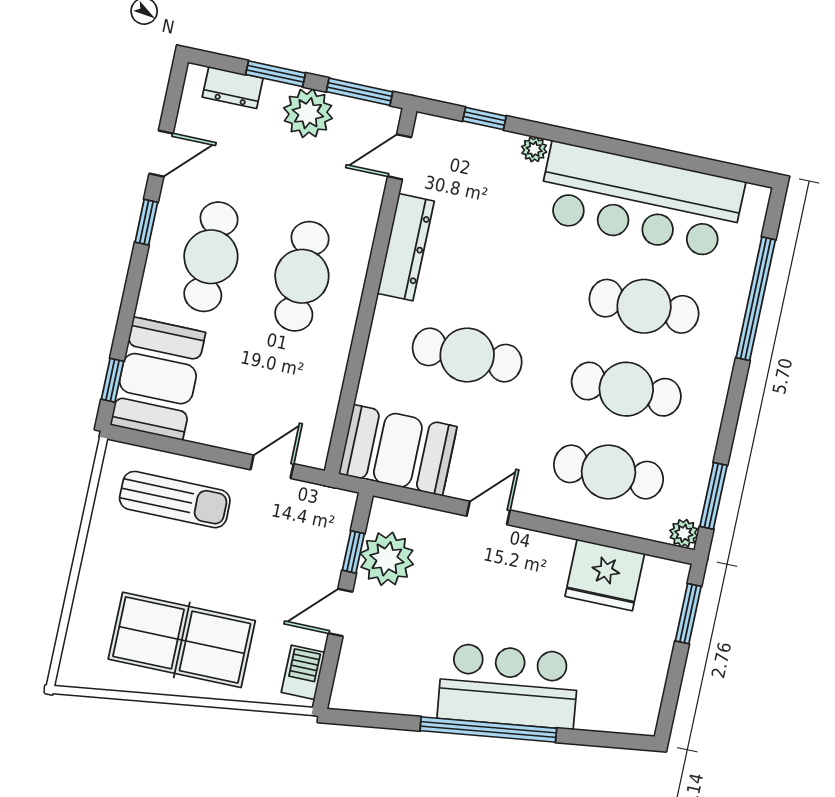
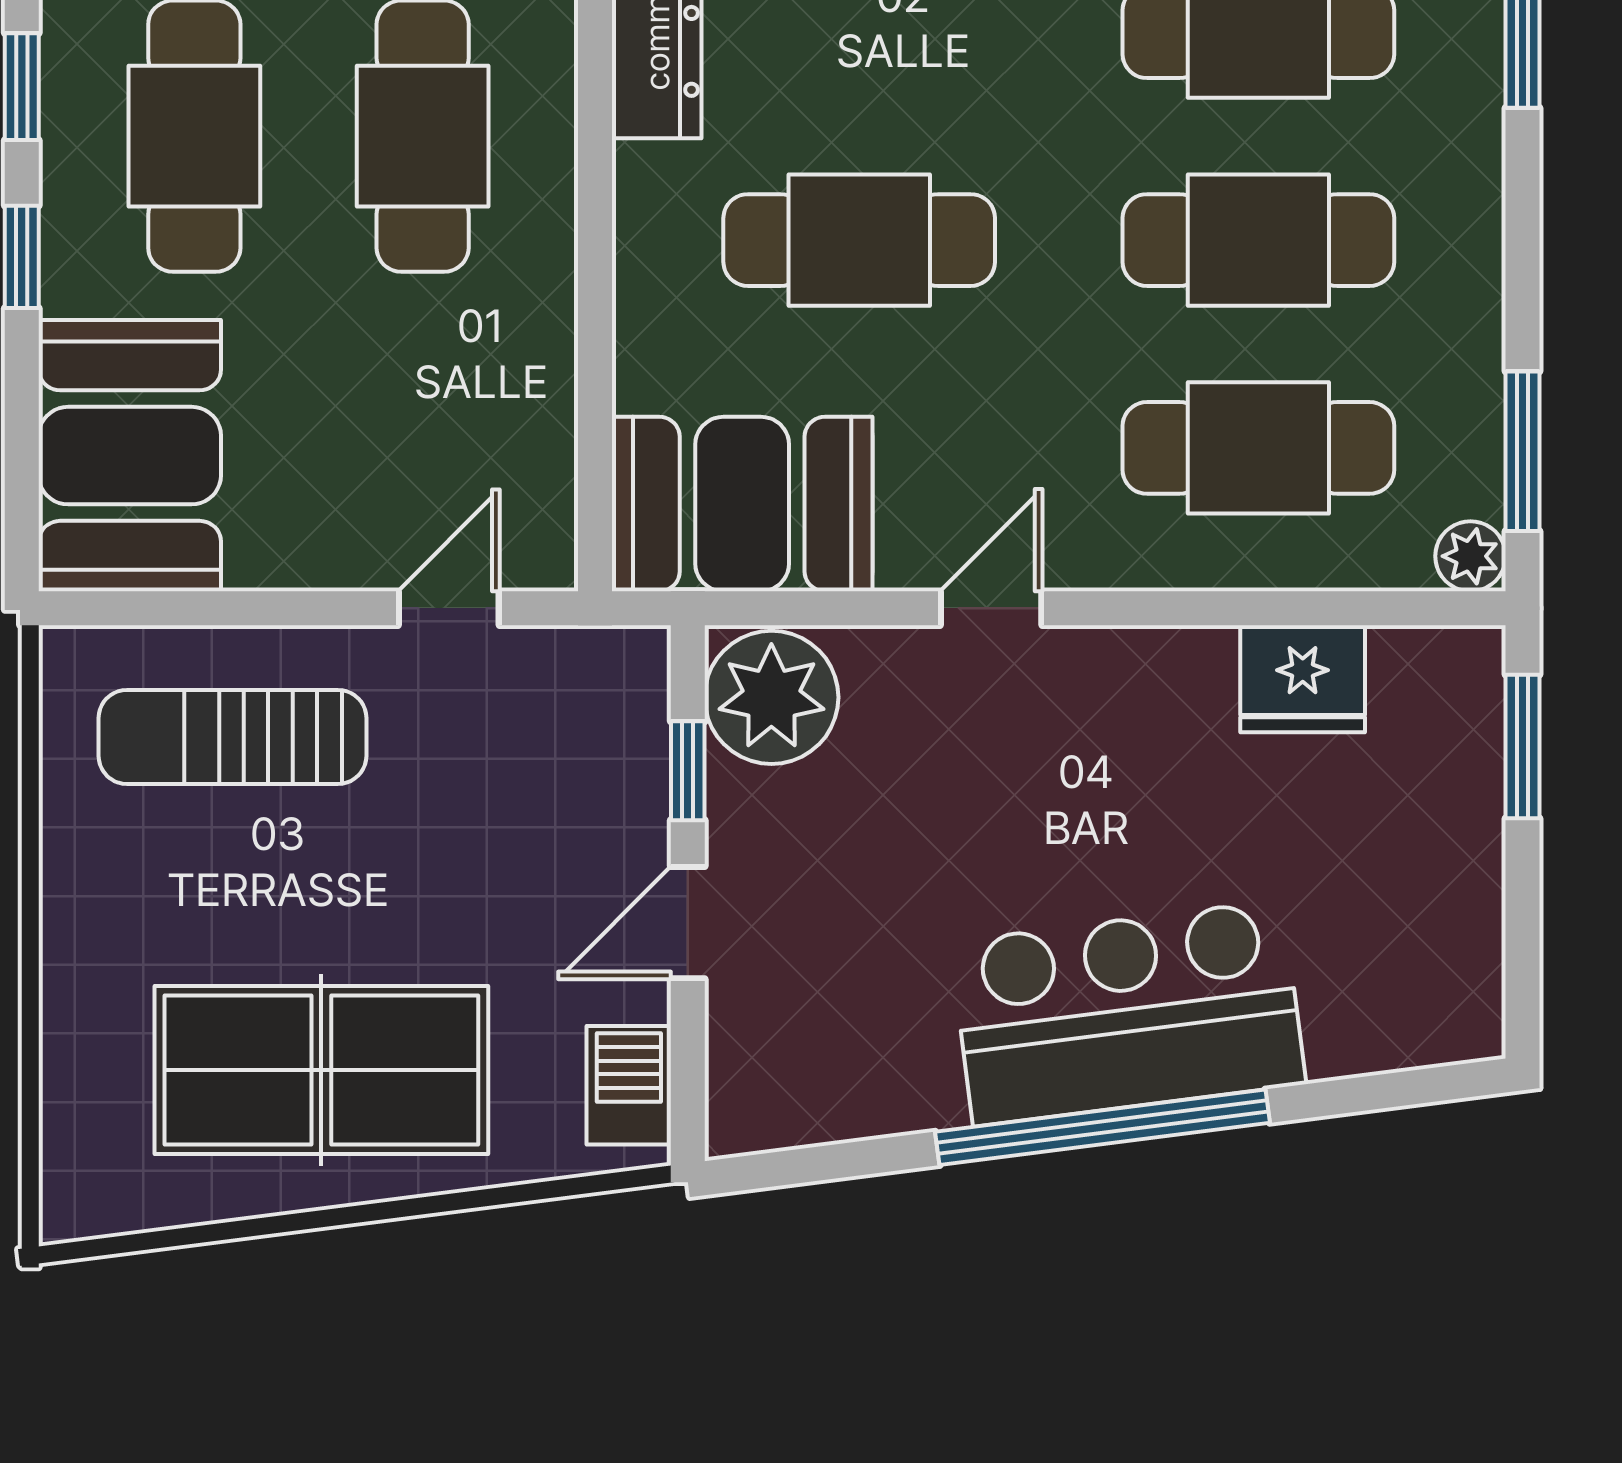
window: (113, 380) -> (22, 257), moved
sun lounger: (175, 500) -> (232, 737), turned 180
plant: (387, 559) -> (771, 697), moved
fridge: (605, 575) -> (1303, 679), width x0.73, depth x0.75

